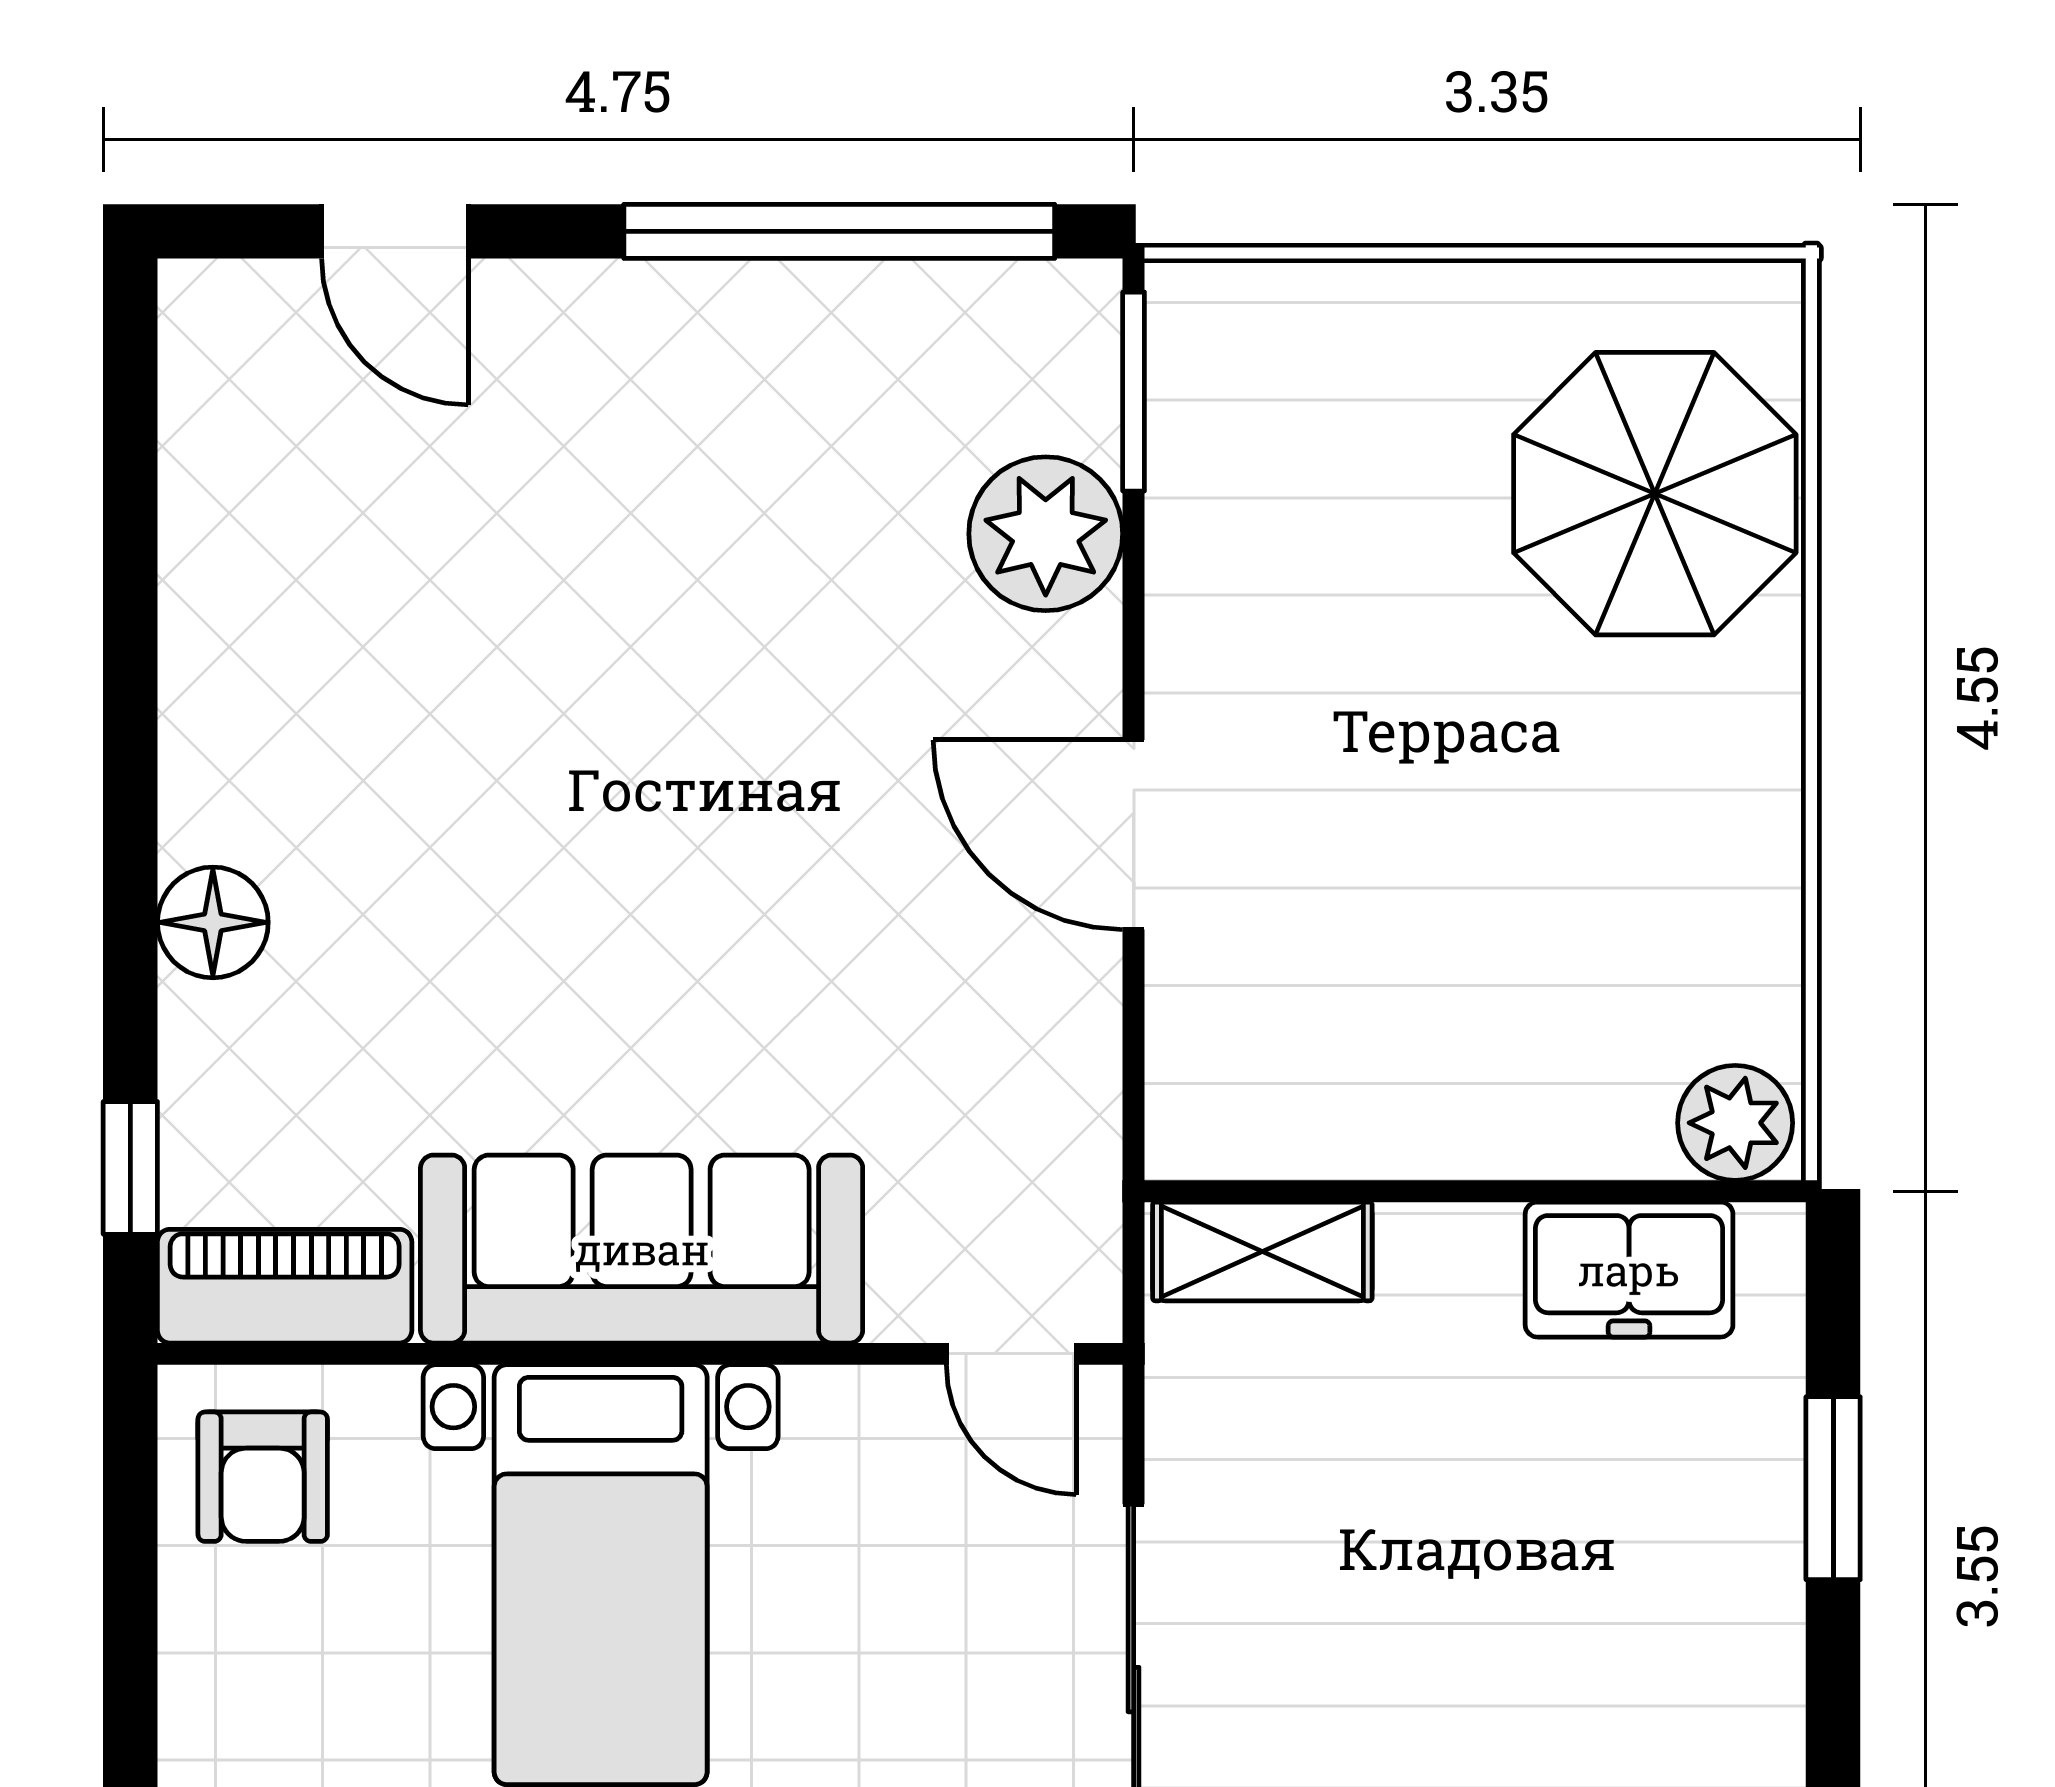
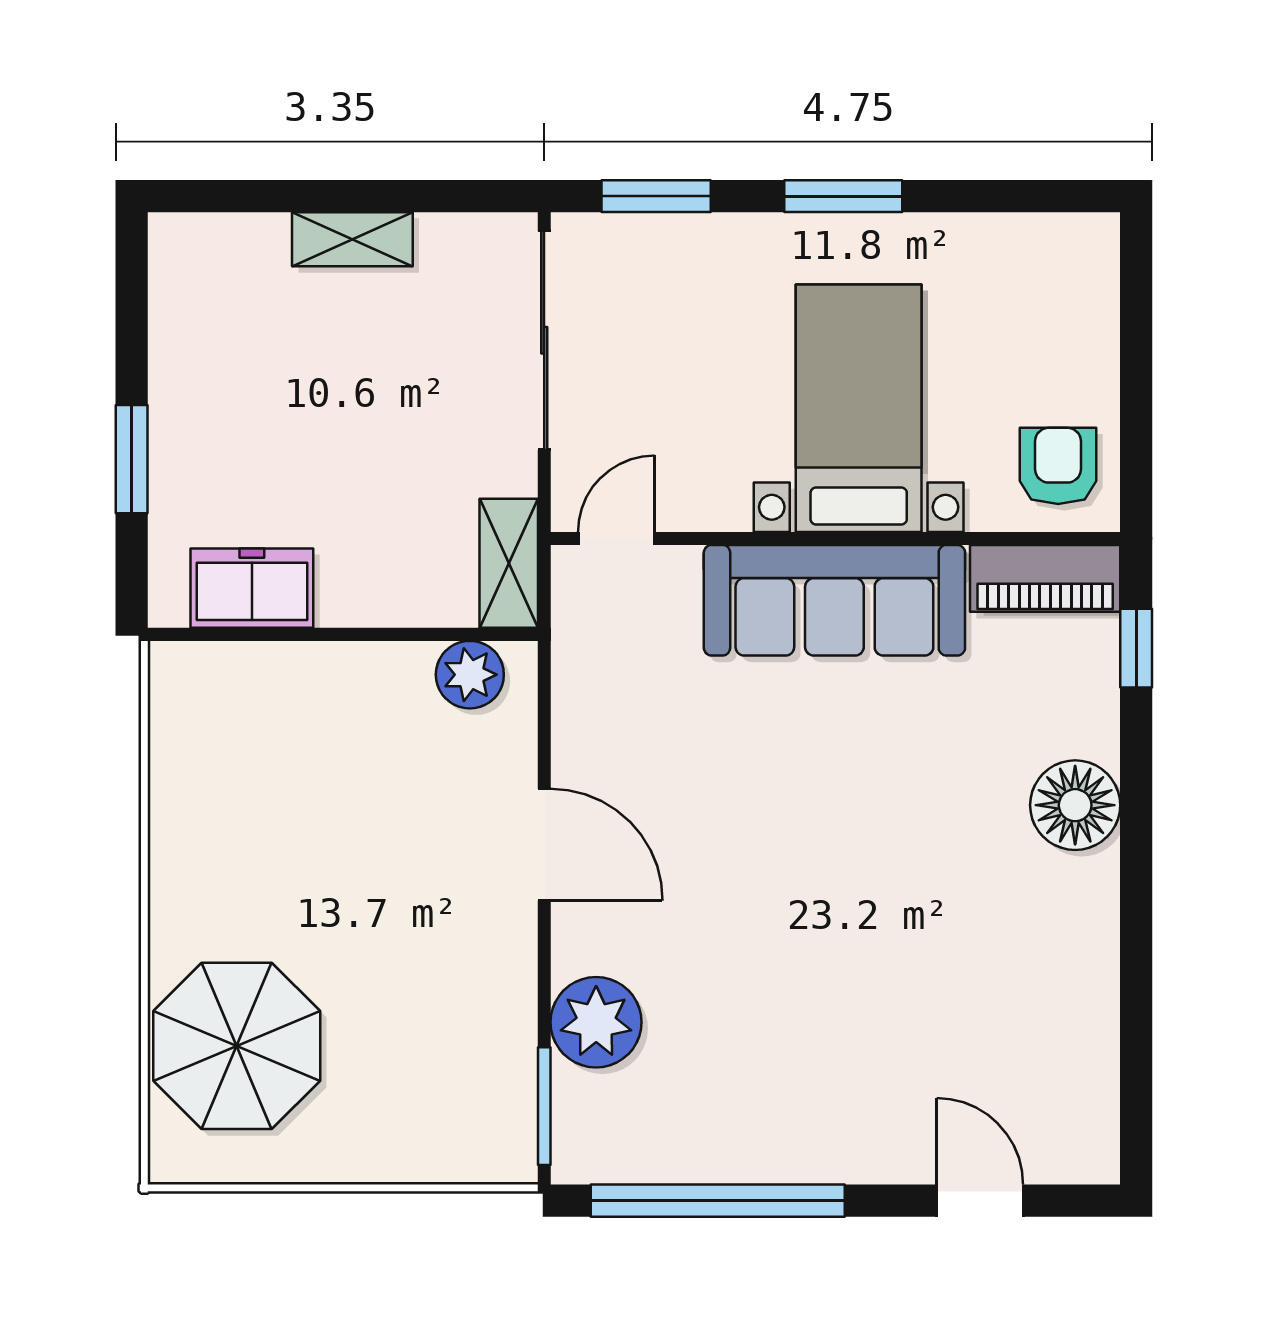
floor lamp: (213, 922) -> (1075, 805), width x1.38, depth x1.38
plant: (1735, 1123) -> (470, 675), moved
shelving: (1262, 1251) -> (509, 563), moved, turned 90
door: (1011, 1354) -> (616, 538), hinge flipped

